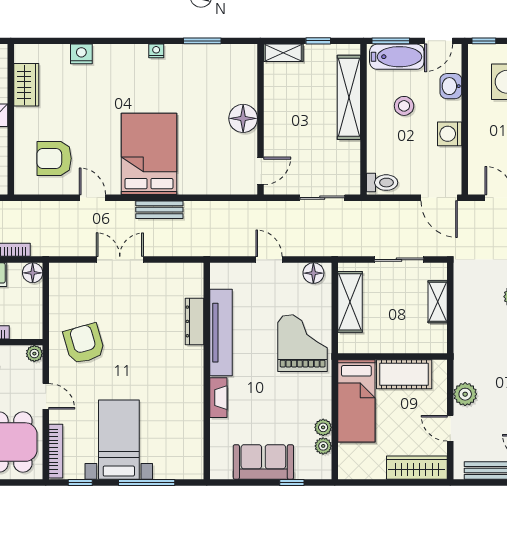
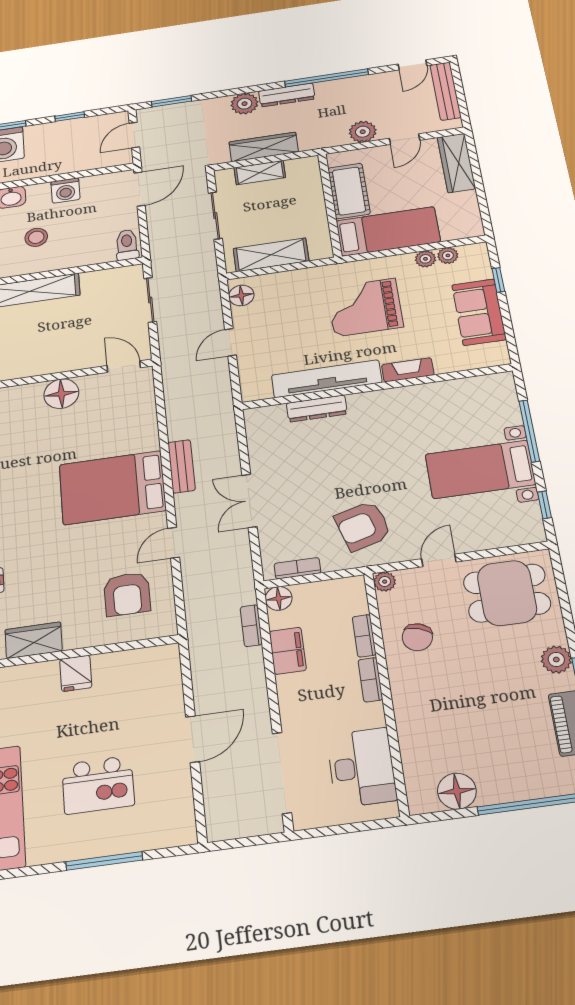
wardrobe: (465, 308) -> (264, 147), added
grand piano: (303, 343) -> (365, 307), moved
bookcase: (56, 451) -> (297, 568), moved, width x0.64

